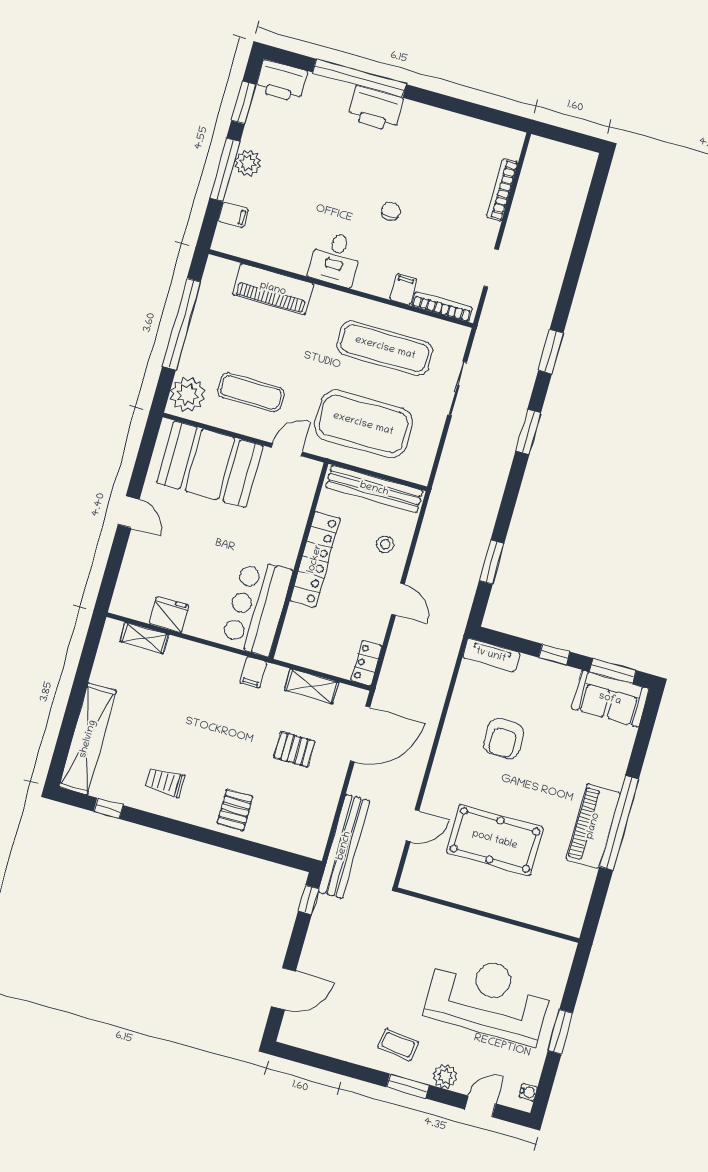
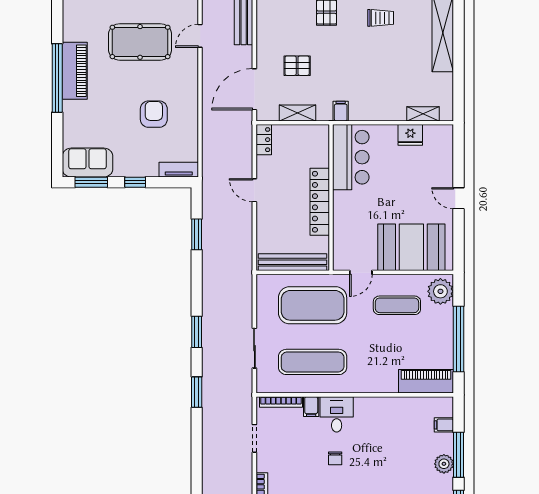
desk: (335, 259) -> (337, 414), moved
piano: (273, 289) -> (426, 381), moved
stool: (385, 544) -> (274, 226), removed

